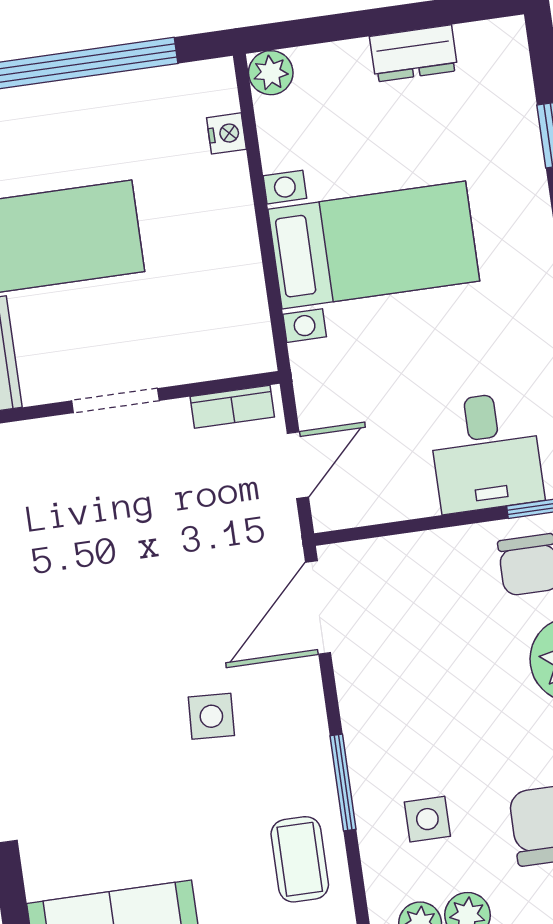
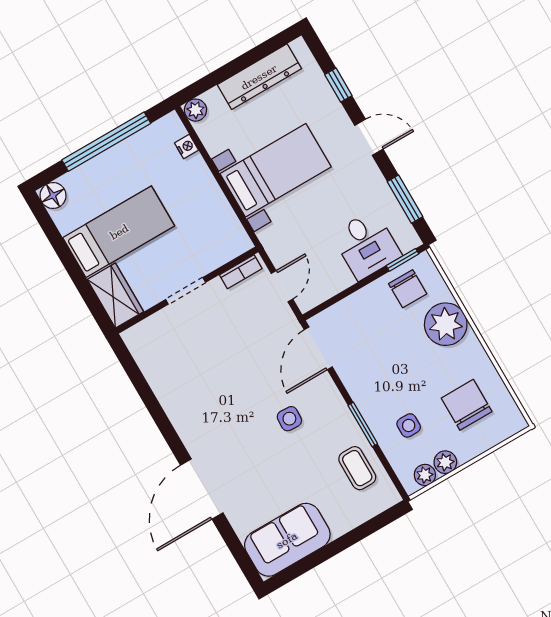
dresser: (414, 53) -> (259, 77), width x1.96, depth x1.24

